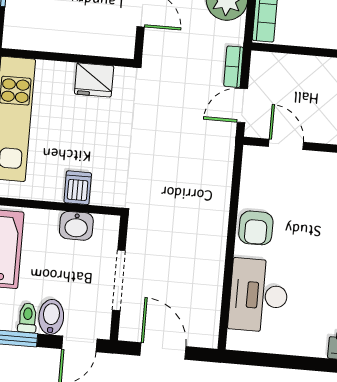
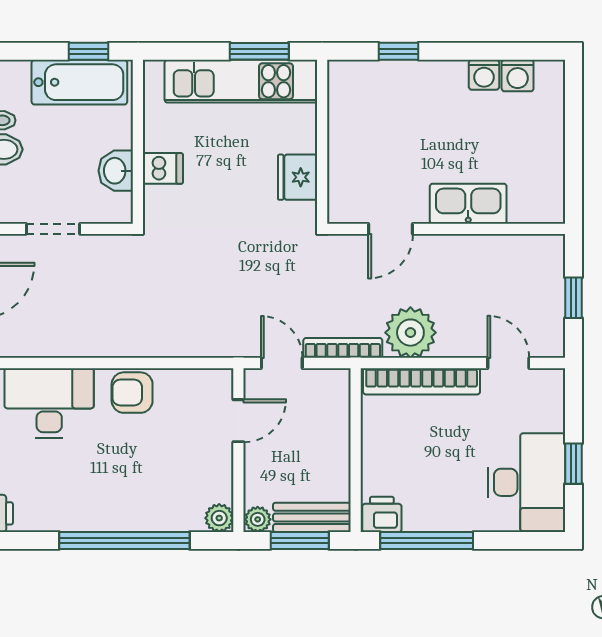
bookcase: (234, 67) -> (343, 348), width x1.56
doorway: (119, 280) -> (53, 229), width x0.73

